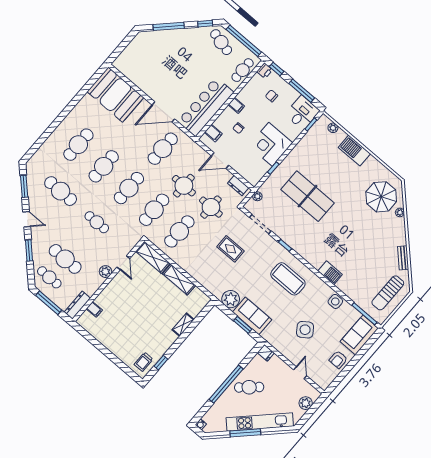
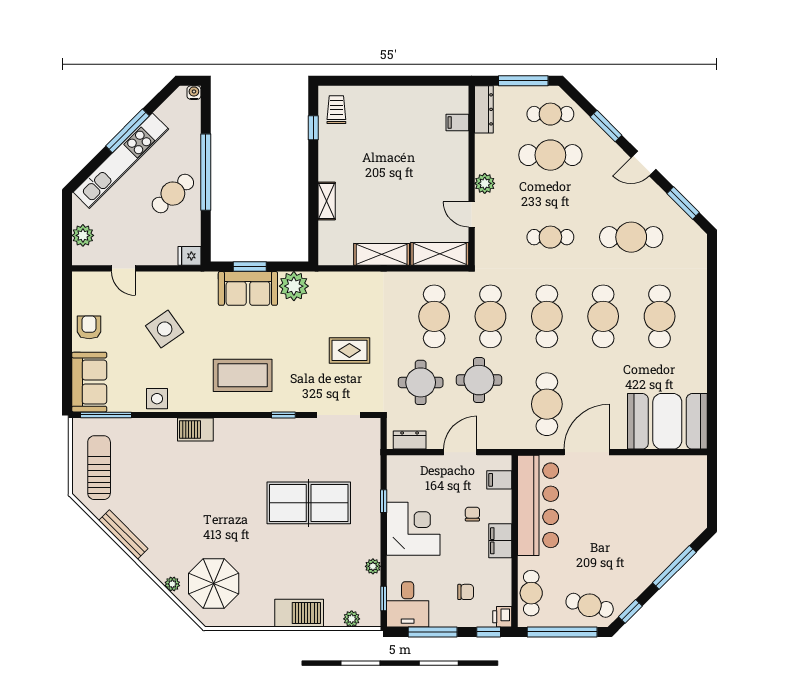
filing cabinet: (236, 105) -> (500, 541), width x2.00
plant: (257, 196) -> (373, 566), moved
bench: (403, 258) -> (123, 535), width x1.36

